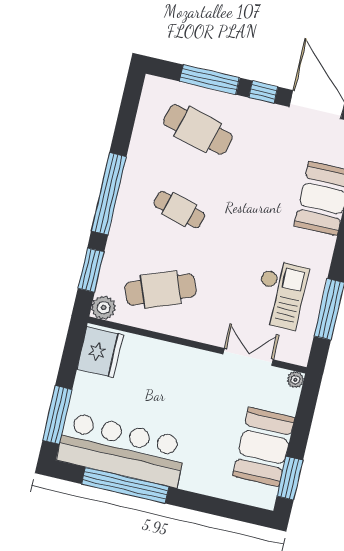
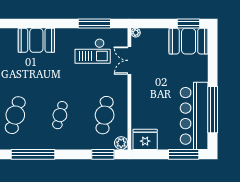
window: (109, 194) -> (33, 154), moved
cafe table: (161, 290) -> (105, 115), turned 30
checkout: (280, 295) -> (93, 51), turned 180
booth: (264, 447) -> (189, 41), moved

